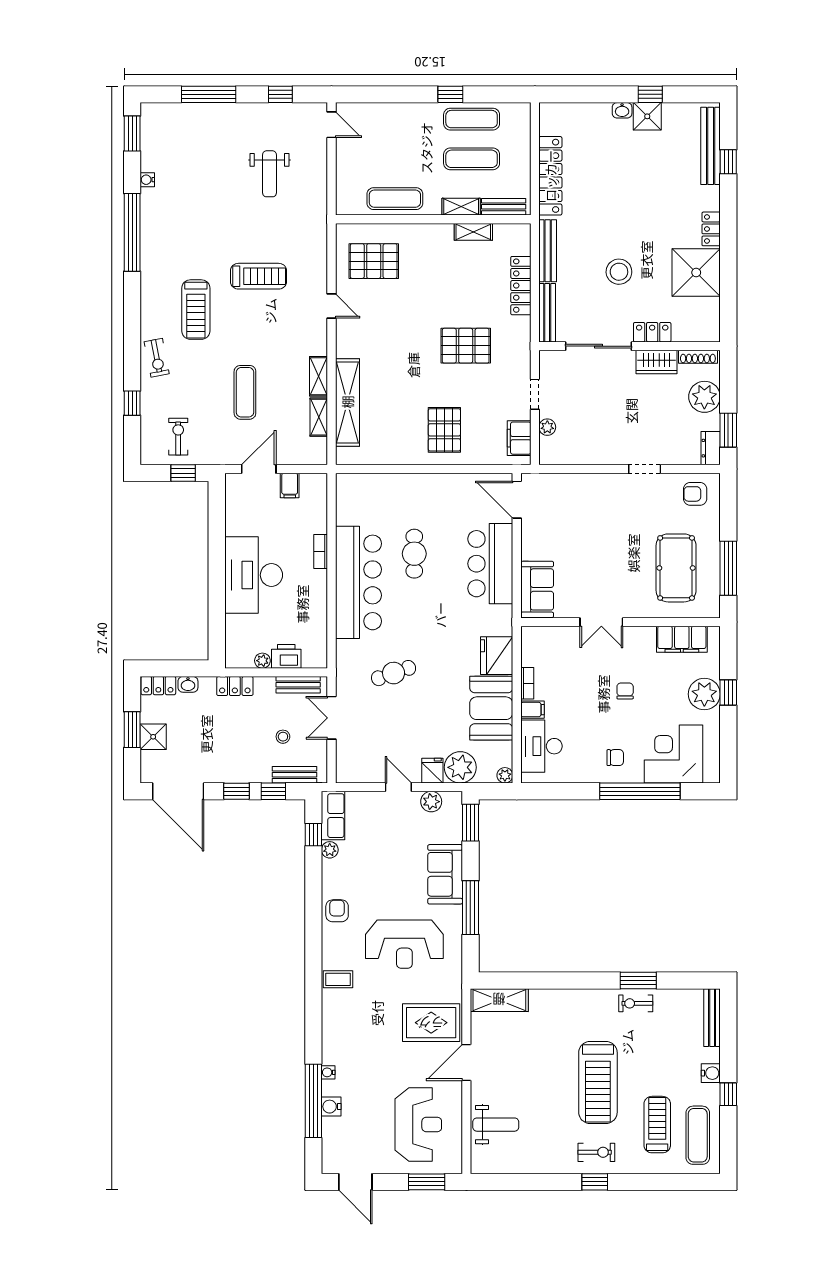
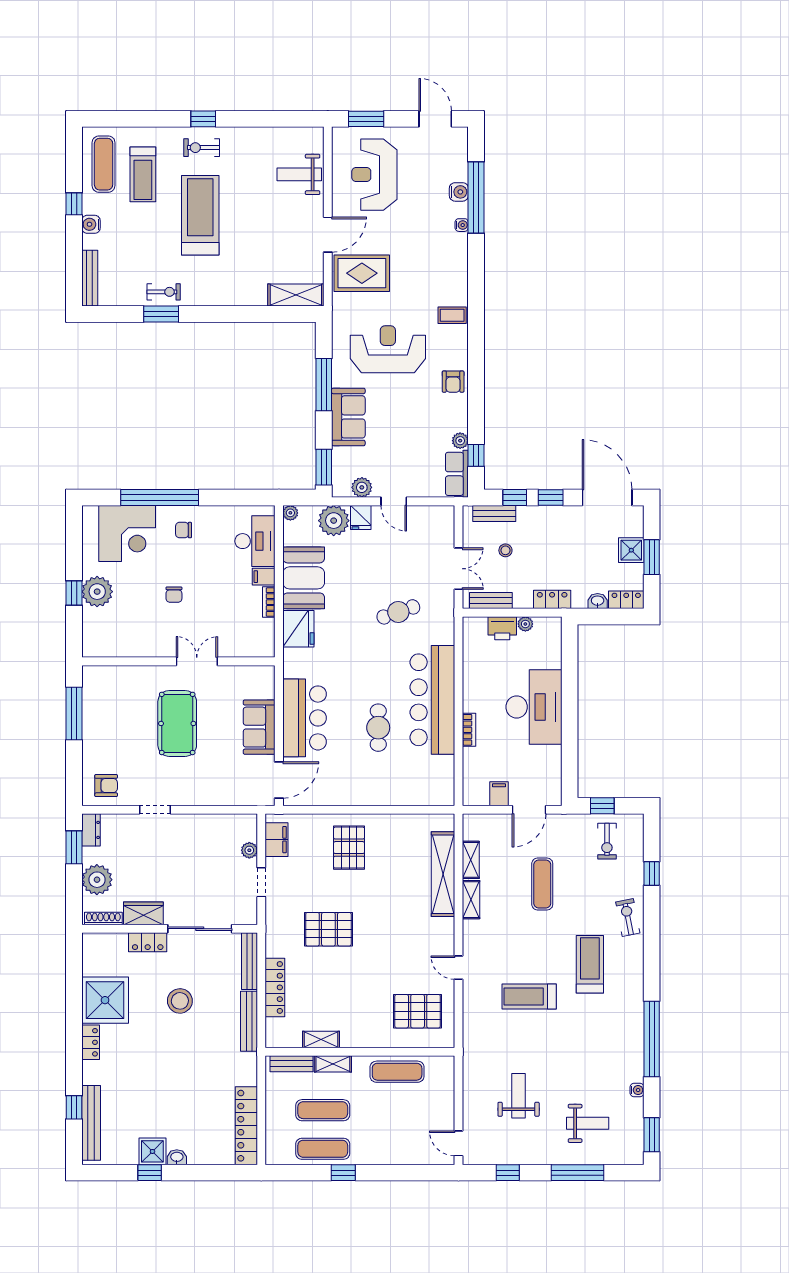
weight bench: (198, 145) -> (588, 1123), added
locker: (550, 176) -> (246, 1126), moved
door: (517, 500) -> (279, 780), hinge flipped
pool table: (676, 568) -> (177, 723), moved
sofa: (537, 589) -> (259, 727), moved
filing cabinet: (682, 639) -> (119, 645), removed

